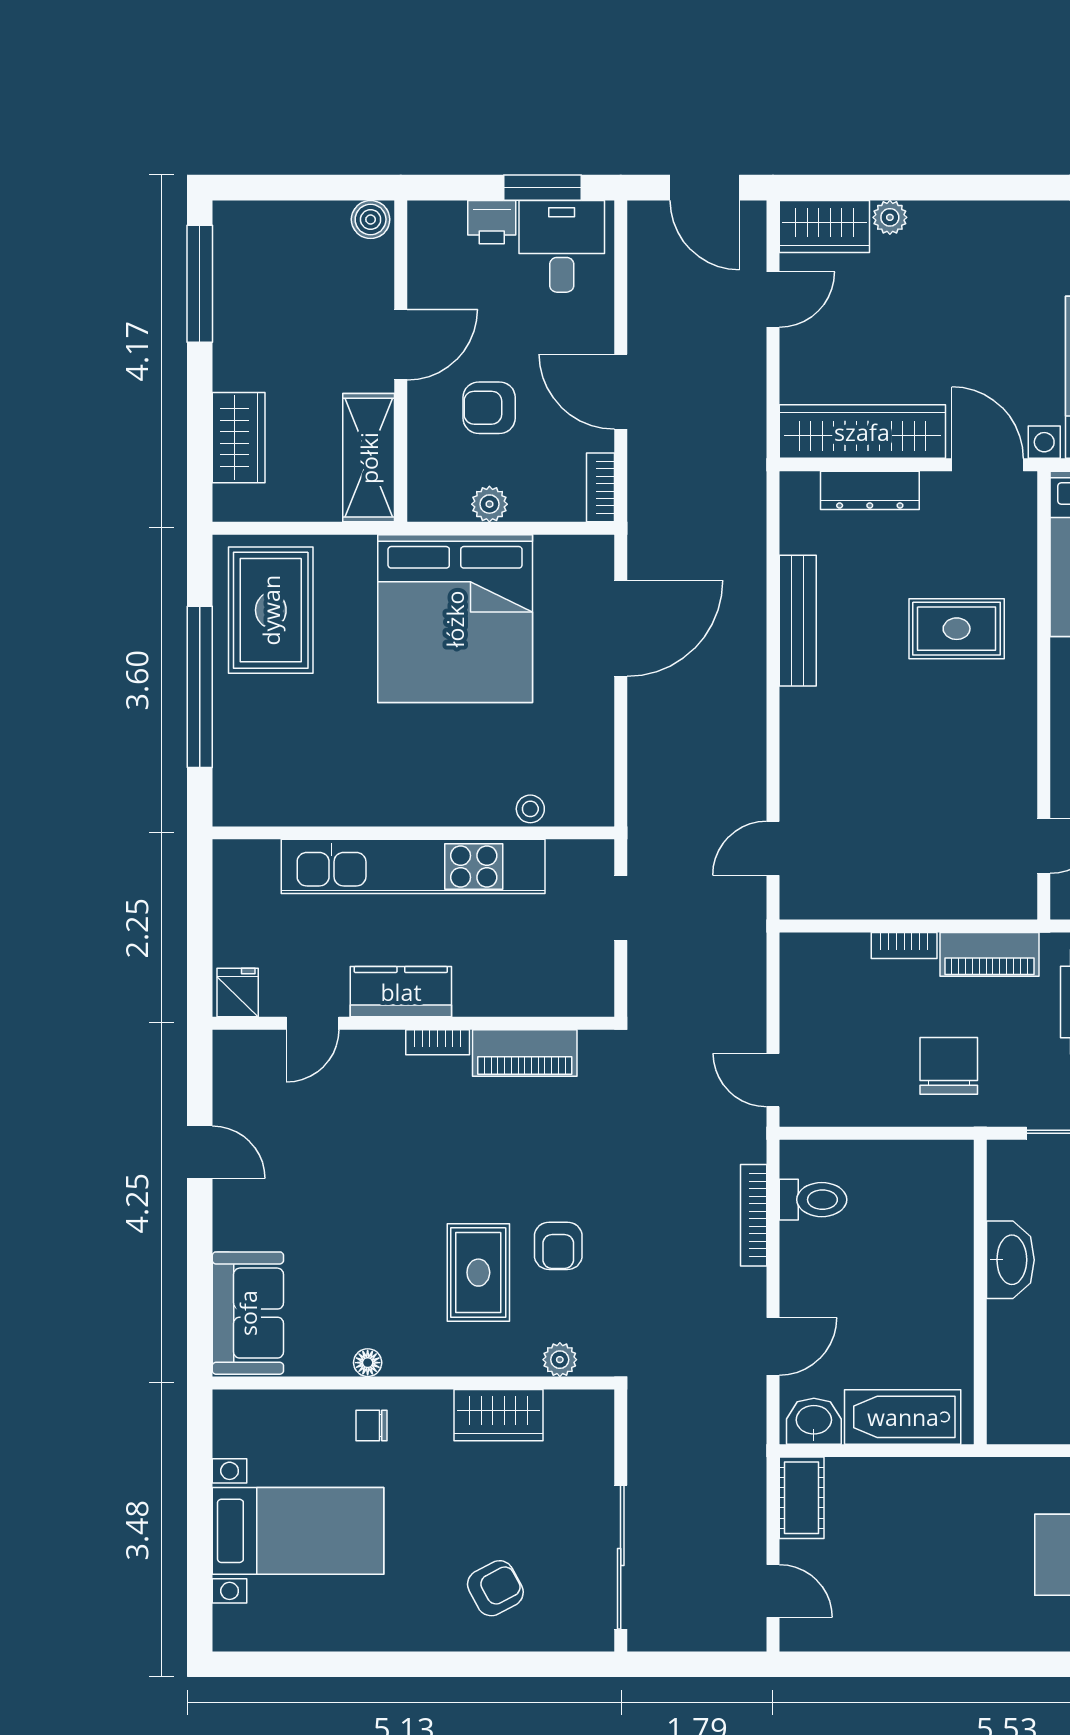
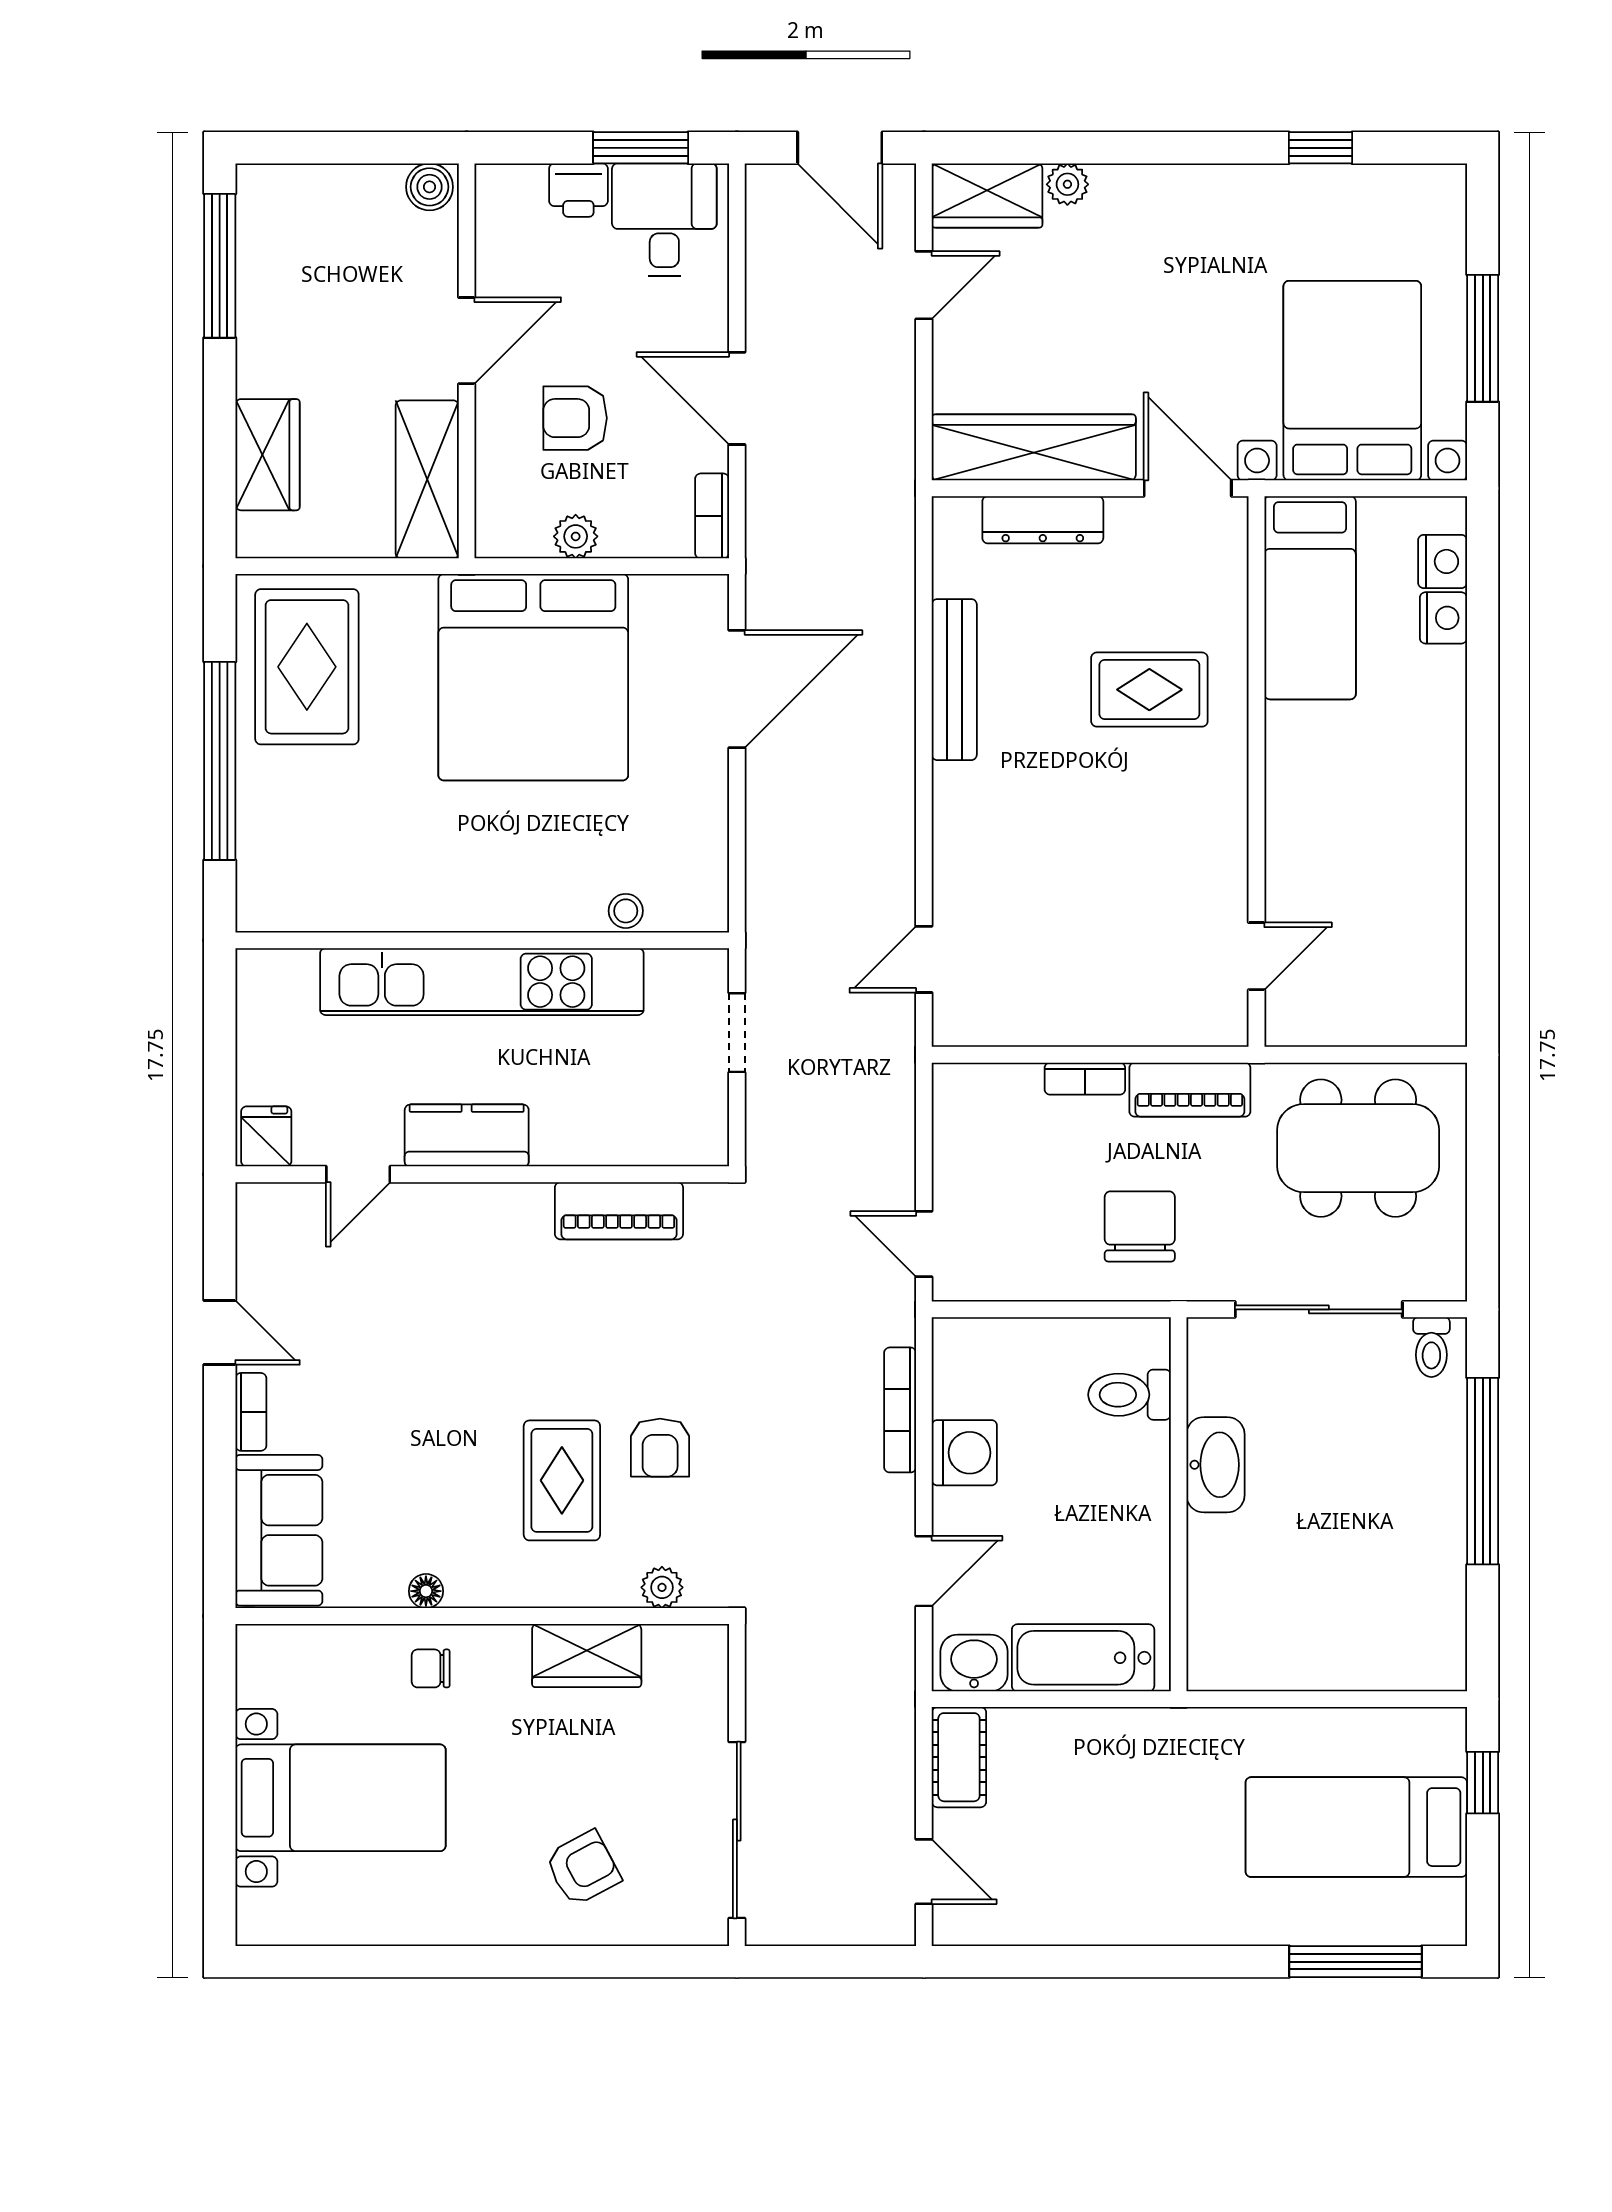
bookcase: (438, 1042) -> (251, 1412), moved, turned -90
toilet: (813, 1200) -> (1129, 1395), moved, turned 180
washing machine: (806, 1250) -> (964, 1453), added

